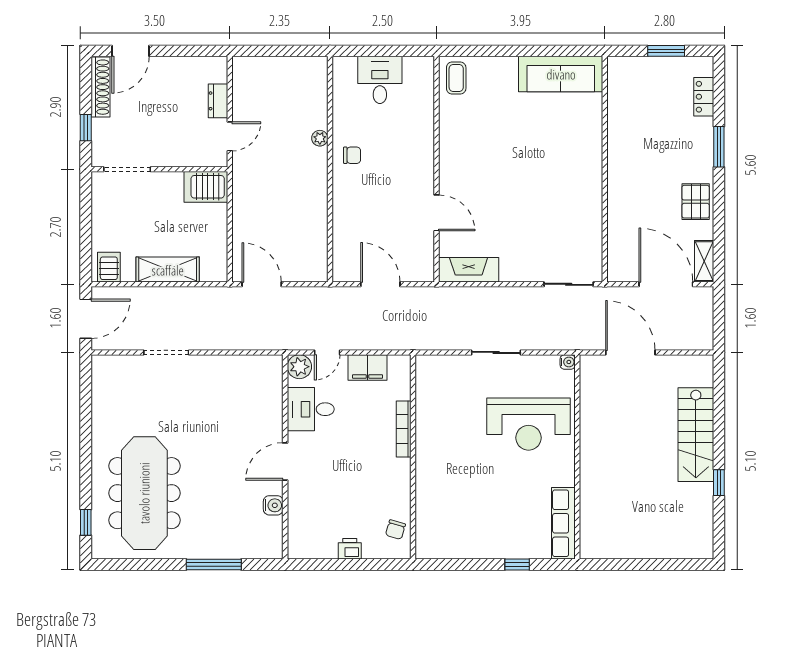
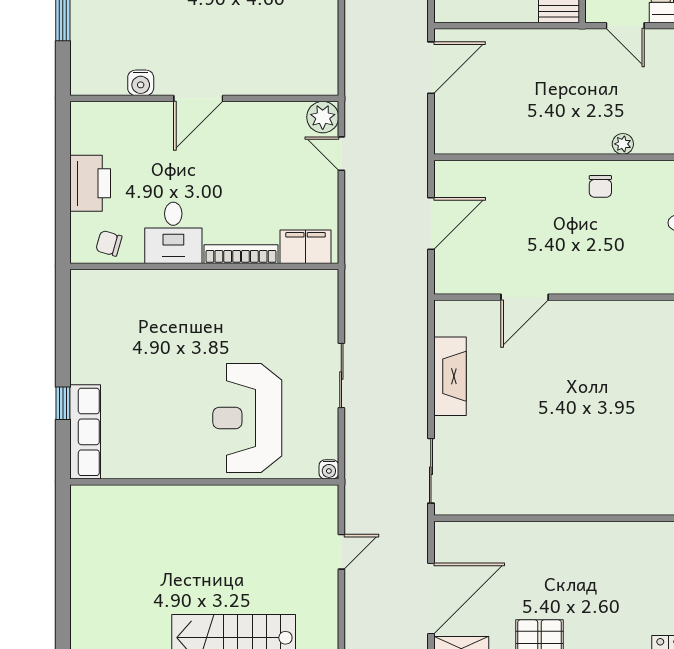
fireplace: (469, 270) -> (450, 376), moved
door: (630, 352) -> (341, 552), width x0.53
filing cabinet: (368, 367) -> (306, 247), moved, turned 90
desk: (311, 409) -> (173, 233), moved, turned 180
door: (285, 462) -> (198, 98), swing flipped
row of seats: (563, 523) -> (85, 432), moved, turned 90
printer: (350, 549) -> (90, 183), width x1.87, depth x1.48

